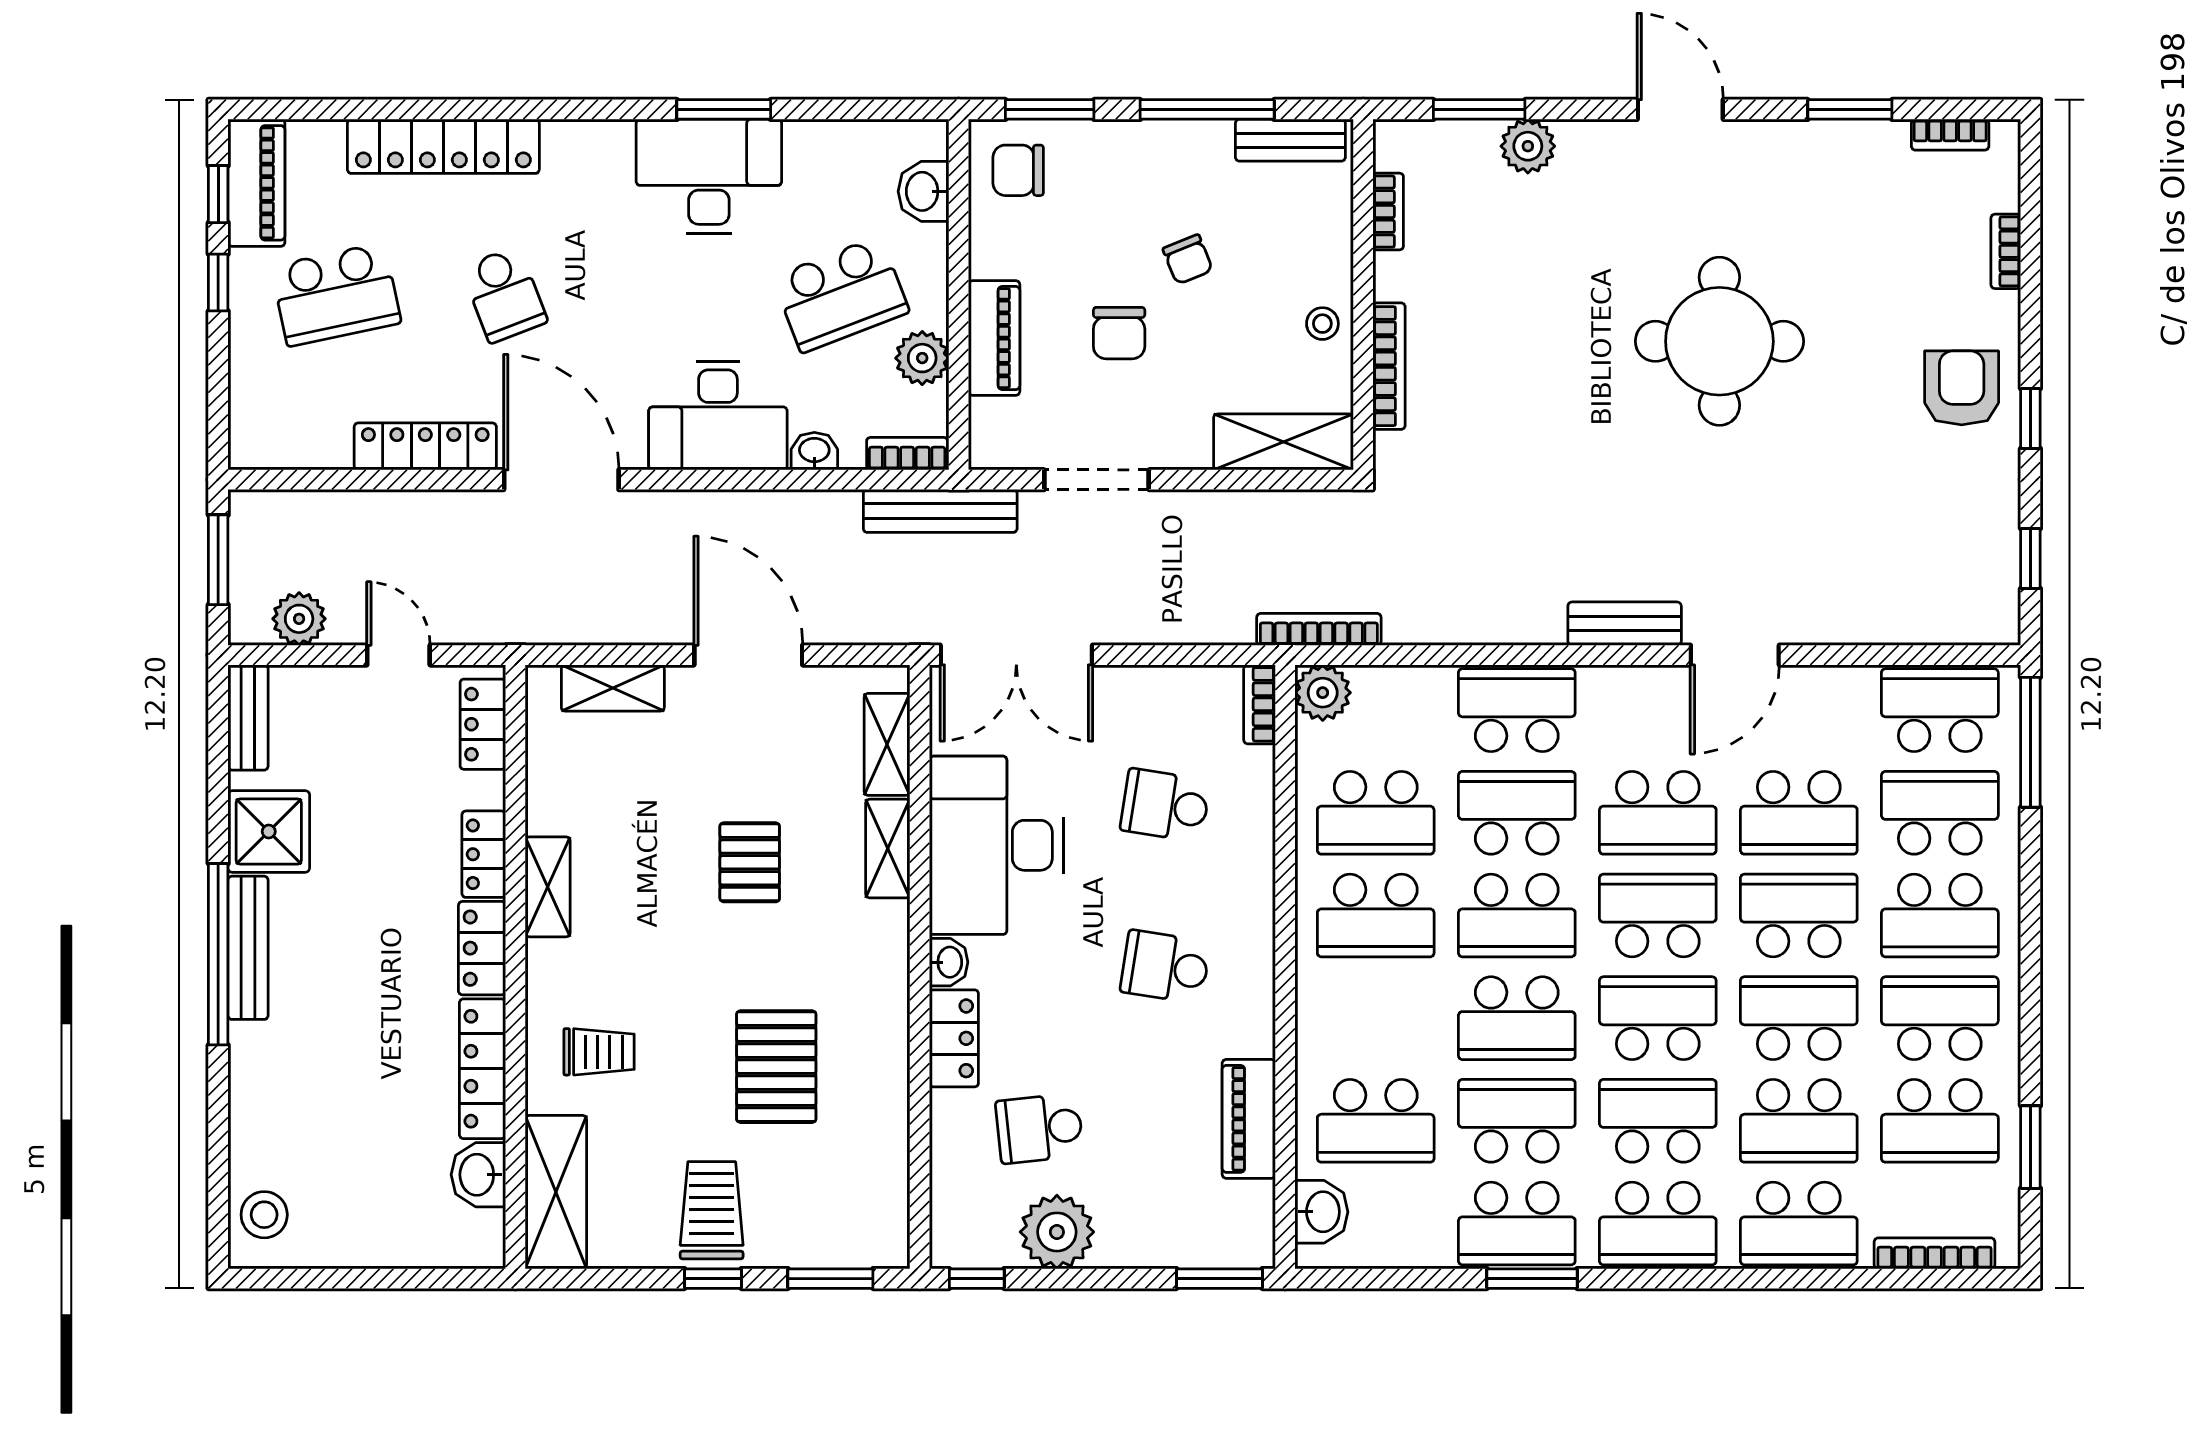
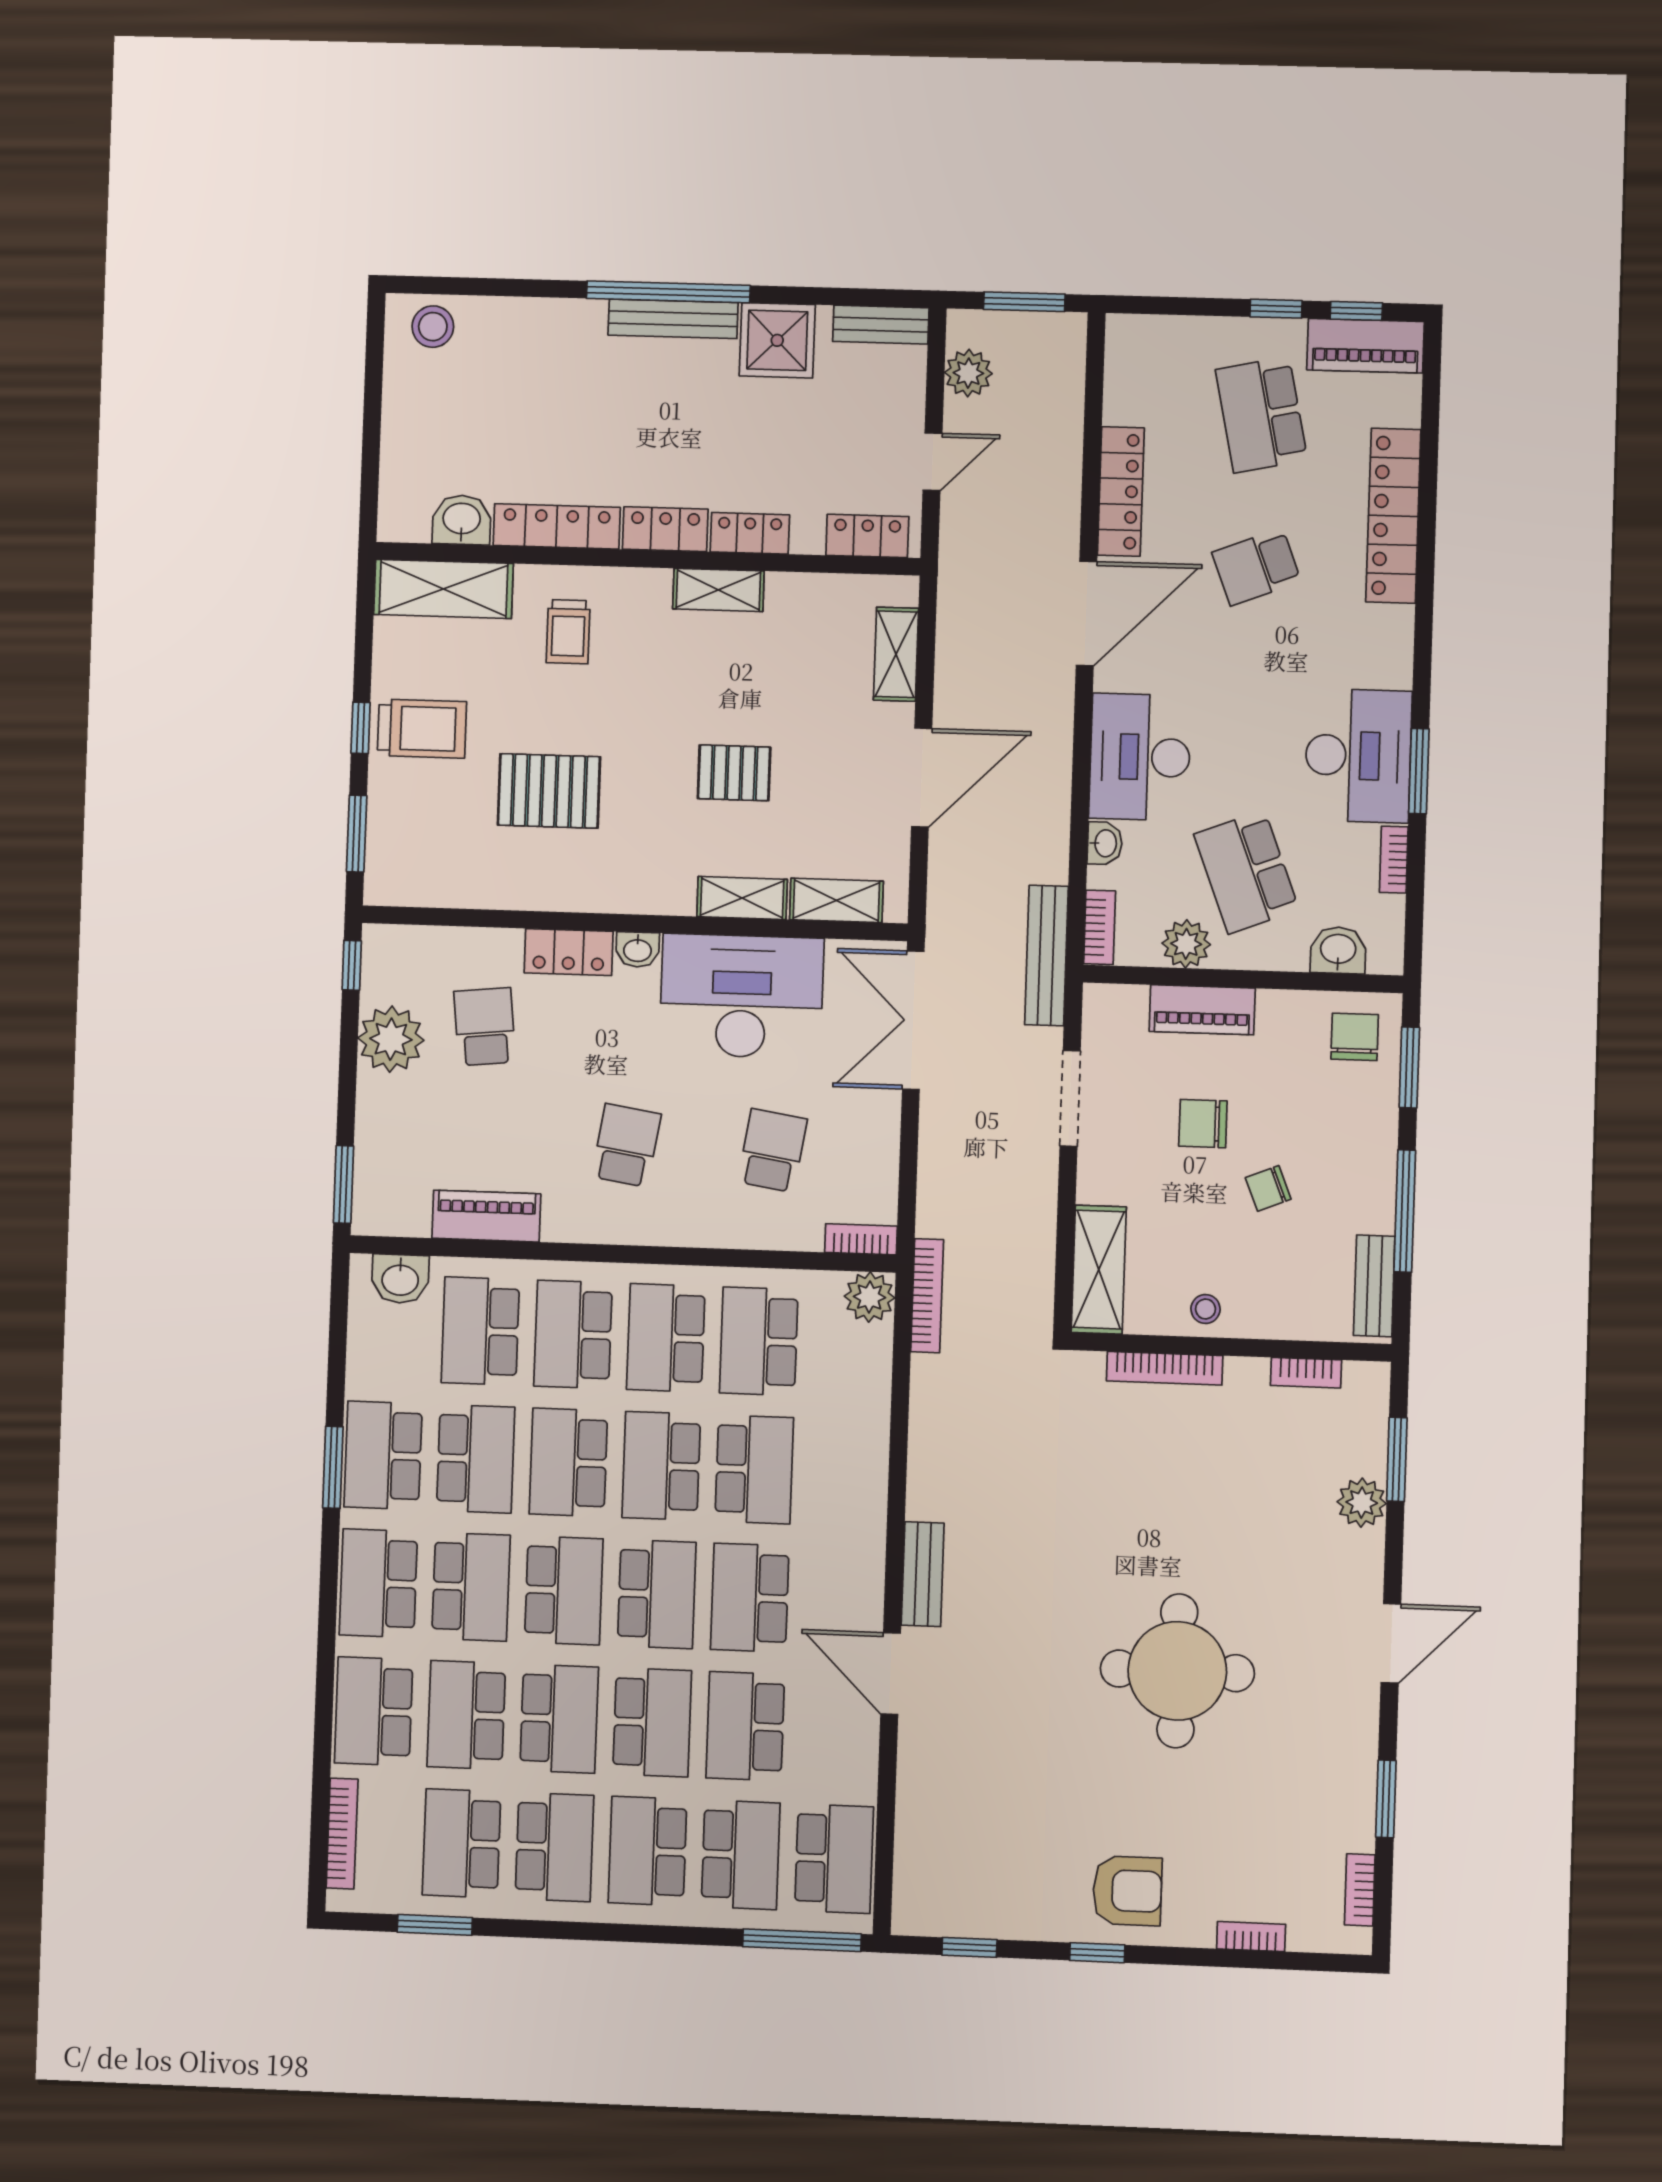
bookcase: (822, 134) -> (1394, 860), added
school desk: (1517, 710) -> (573, 1334), moved, turned 180

